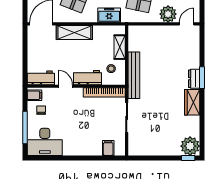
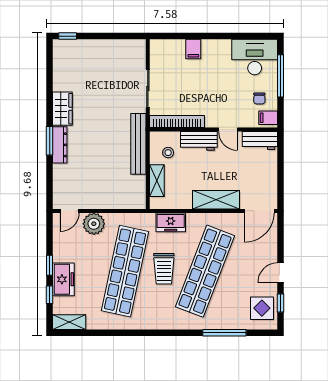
dresser: (194, 79) -> (60, 145), width x1.44
plant: (190, 146) -> (65, 52), removed
filing cabinet: (108, 148) -> (193, 49), moved

